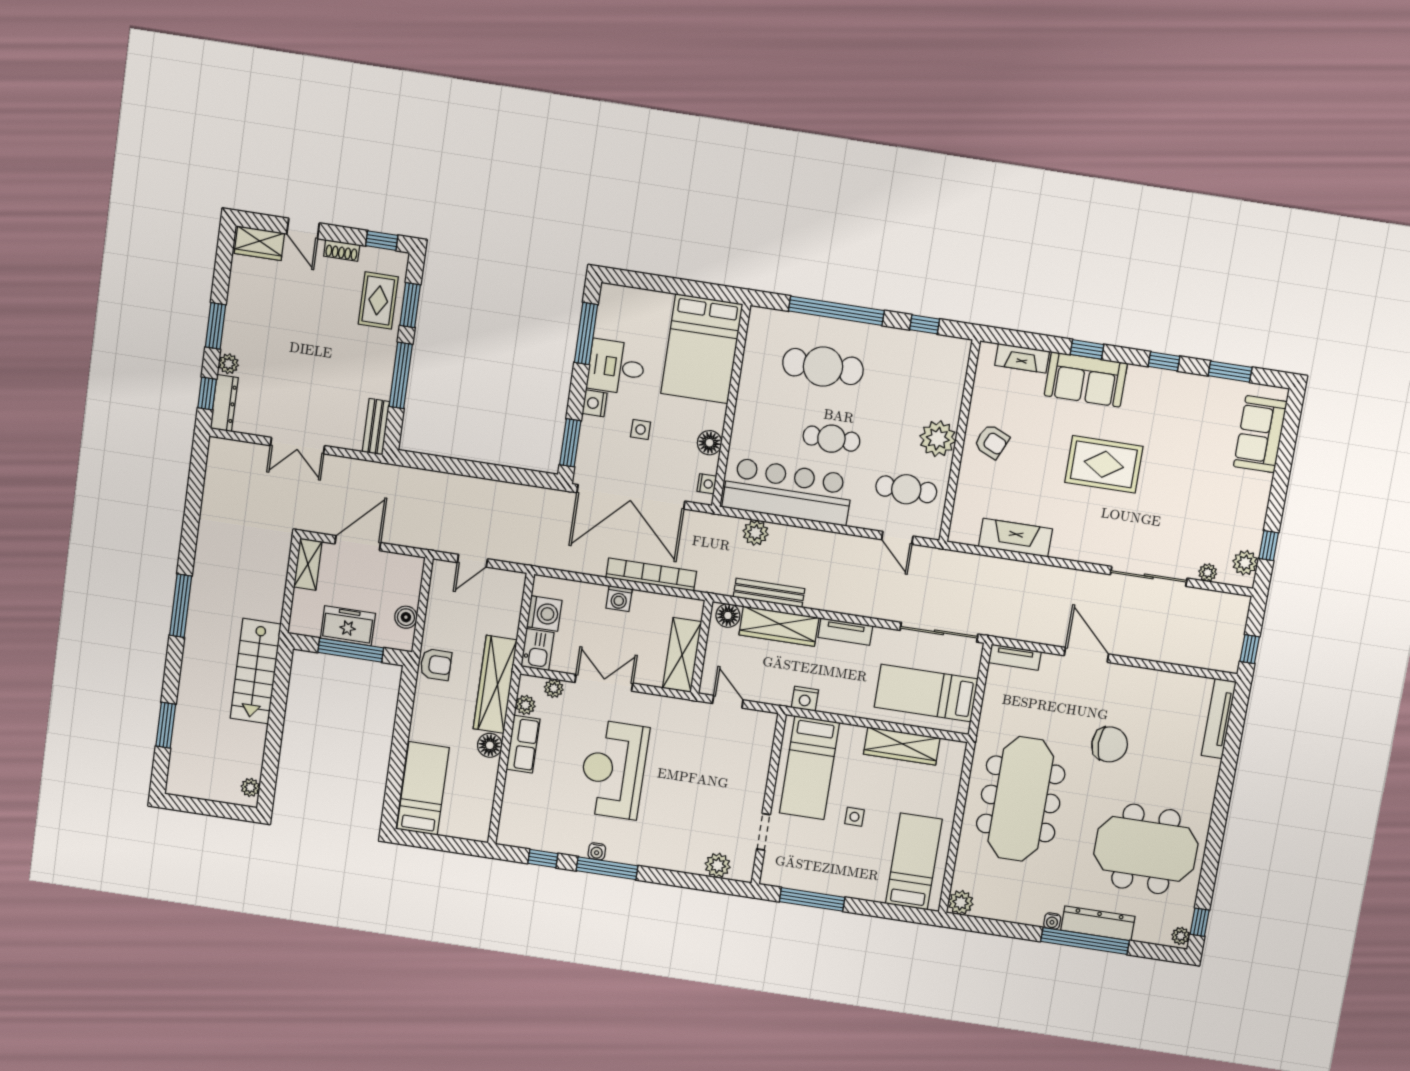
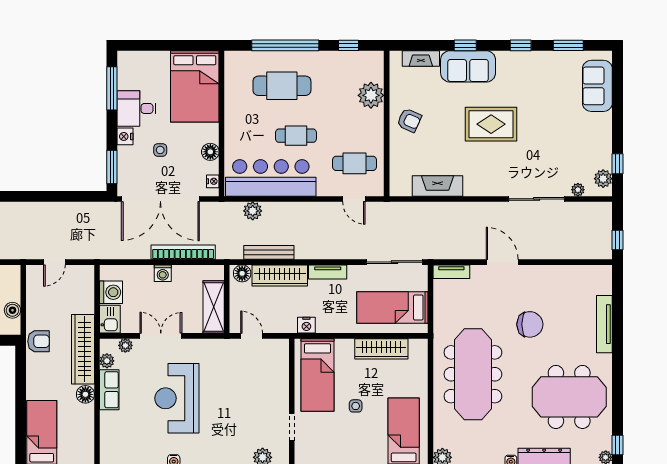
plant: (938, 439) -> (371, 95), moved
tv unit: (1219, 718) -> (604, 324), moved

